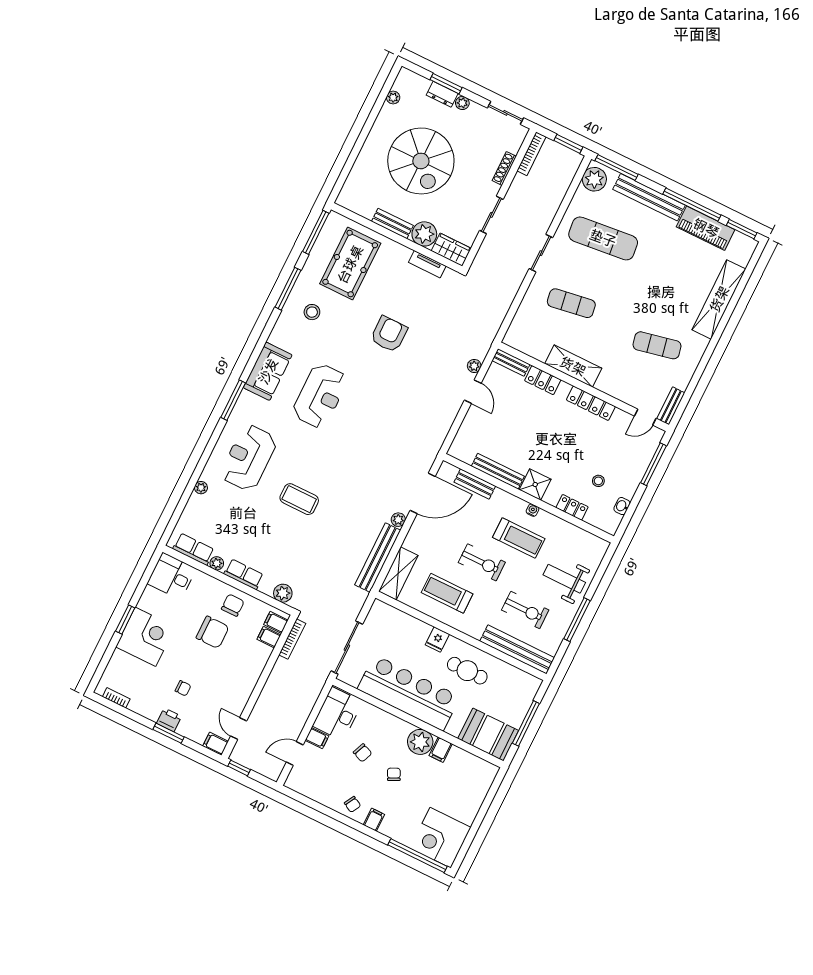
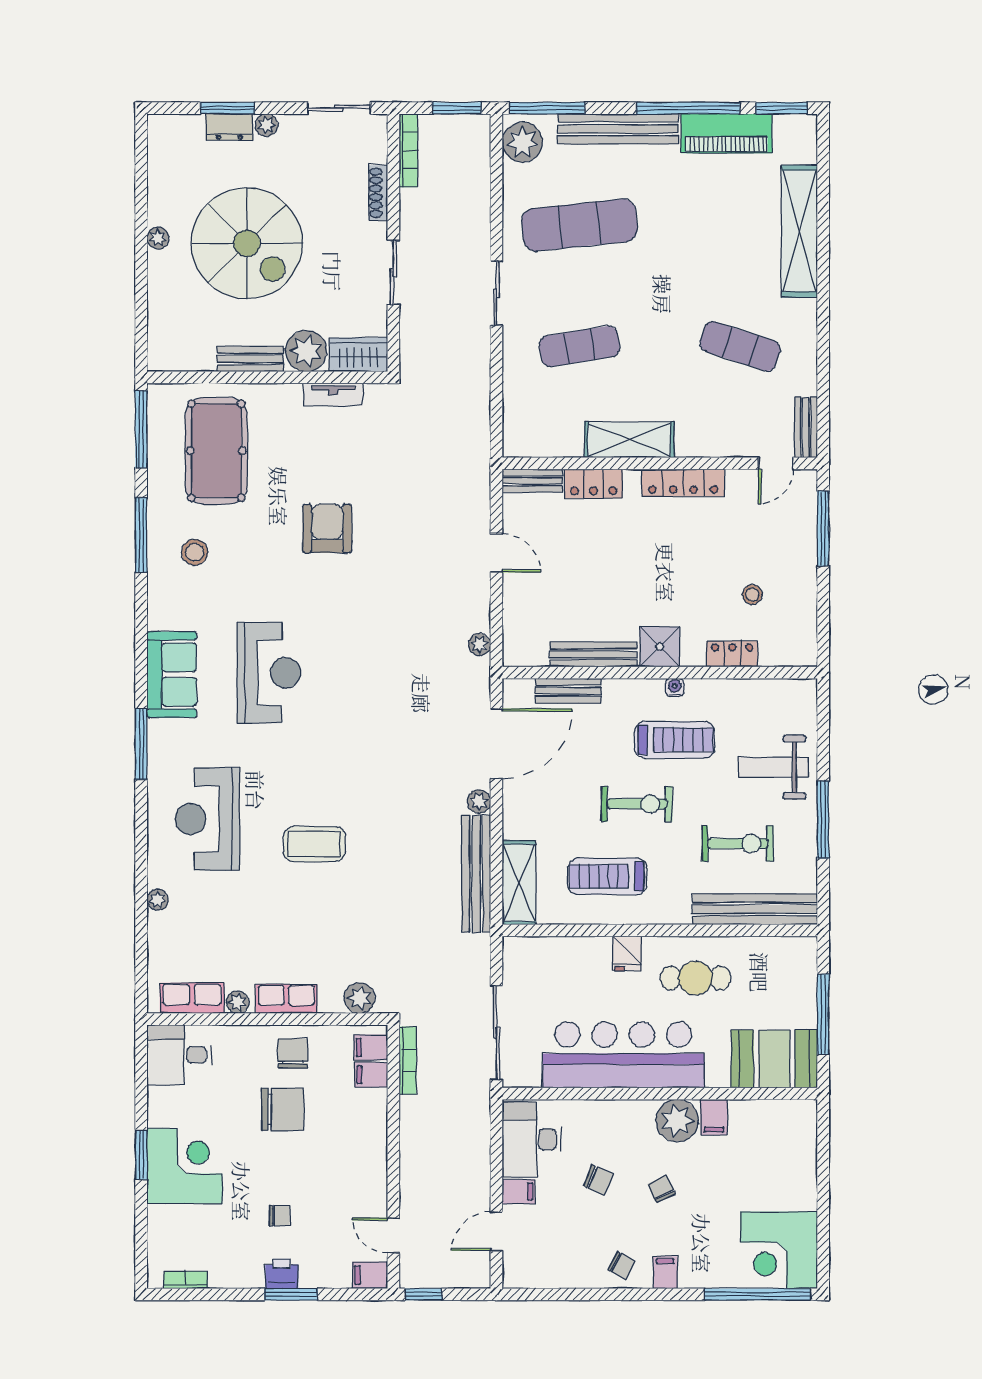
plant: (393, 98) -> (158, 238), moved
exercise mat: (657, 345) -> (740, 346), turned 30
plant: (474, 366) -> (480, 644), moved
washbasin: (622, 506) -> (807, 615), removed

